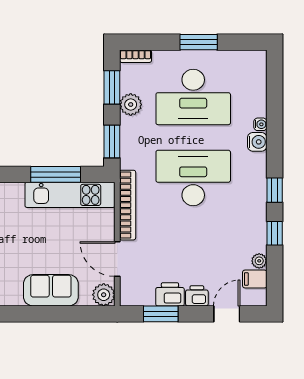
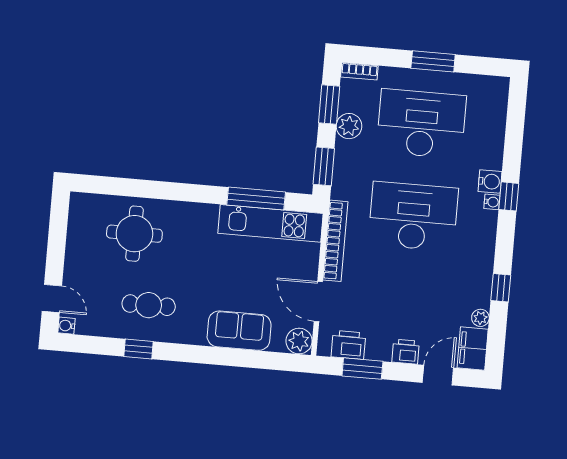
desk: (193, 97) -> (421, 124), turned 180
water cooler: (260, 124) -> (492, 202), moved
window: (275, 190) -> (509, 196), moved
filing cabinet: (255, 279) -> (473, 348), width x2.00
printer: (170, 294) -> (348, 345), moved

